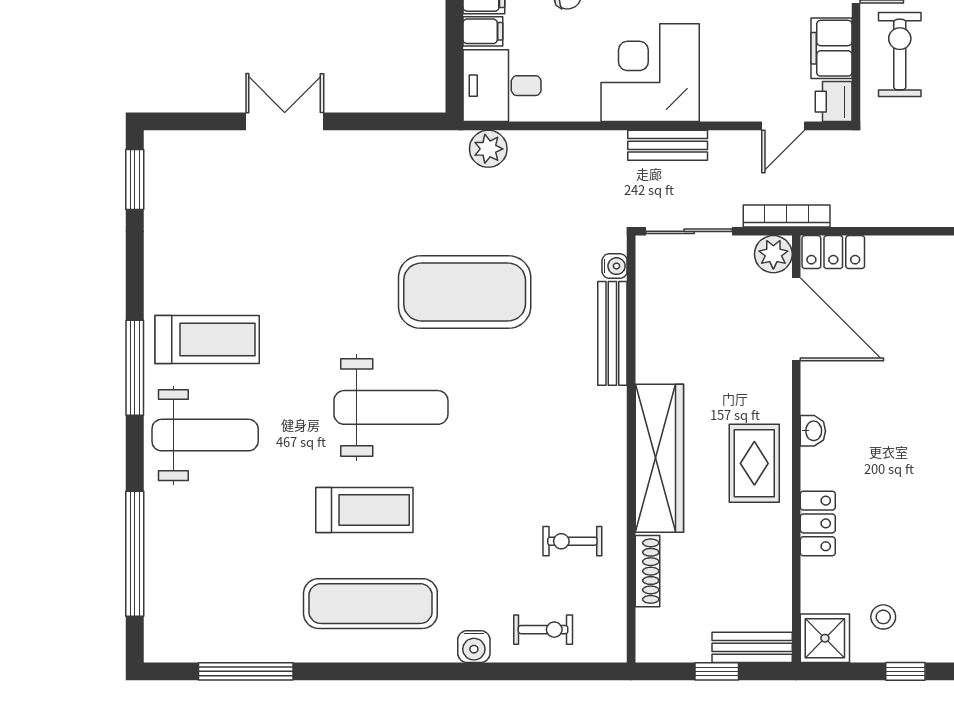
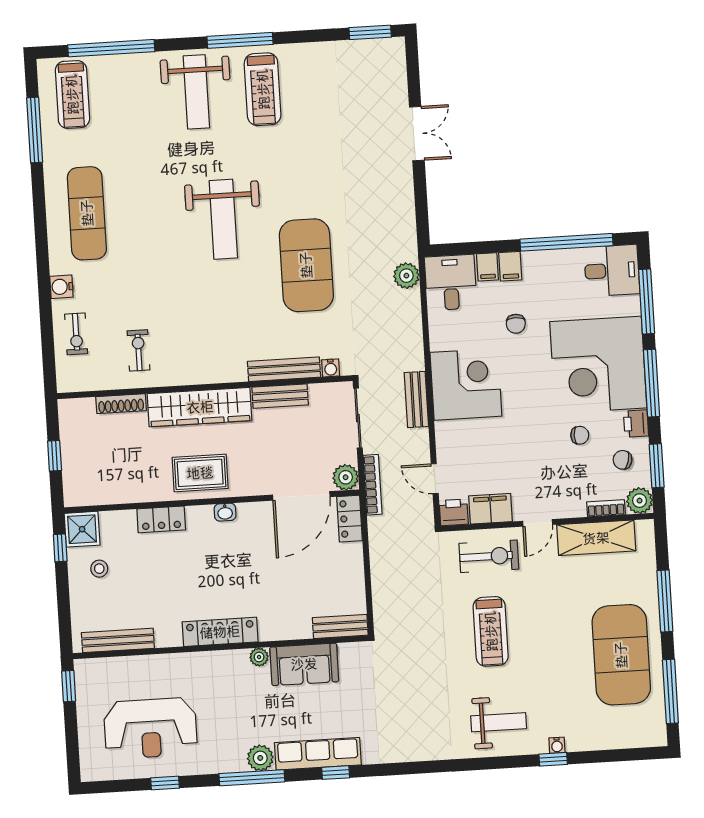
treadmill: (364, 510) -> (72, 94), moved
bench: (752, 647) -> (280, 396), moved, turned 90
window: (905, 671) -> (60, 548), moved

